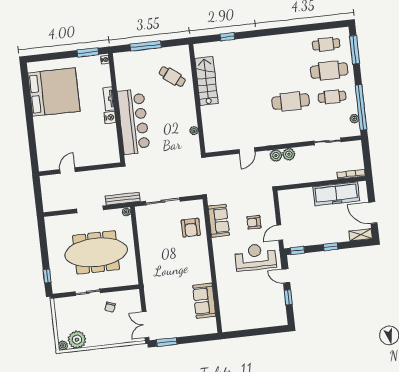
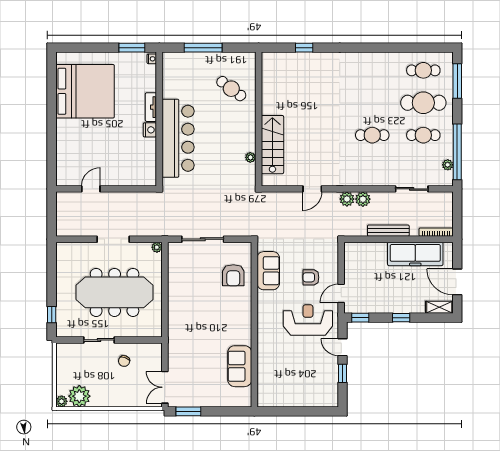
stairs: (206, 81) -> (272, 145), moved
cafe table: (291, 101) -> (372, 135), width x0.73, depth x0.74
bench: (123, 199) -> (388, 231), moved

